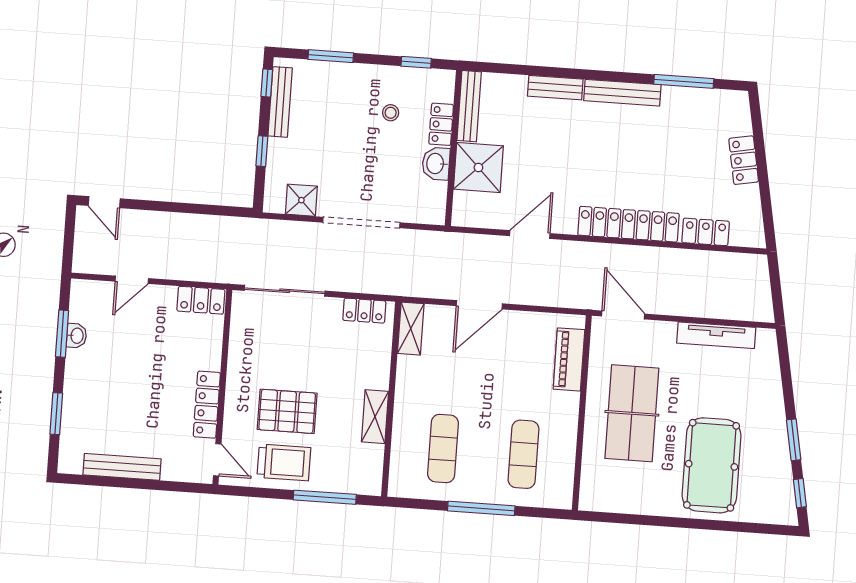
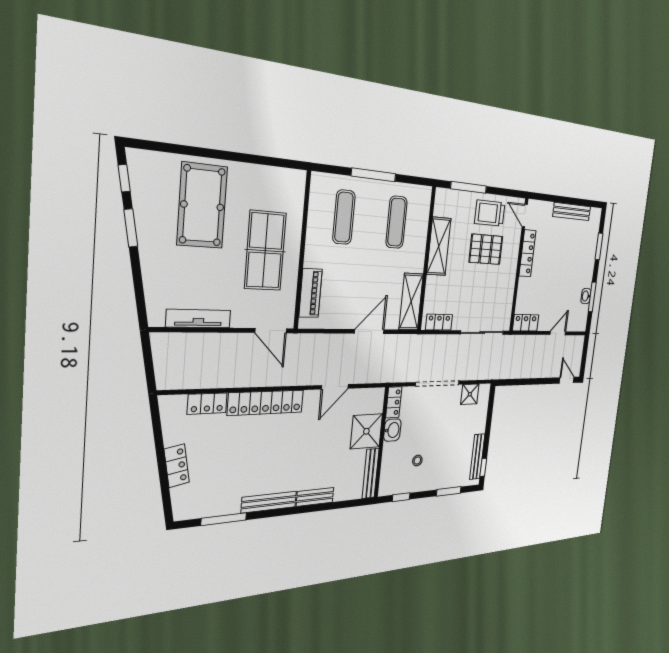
locker: (441, 124) -> (394, 402), moved
window: (262, 151) -> (488, 423), removed
shelving: (411, 329) -> (411, 302), width x1.50, depth x1.33
shelving: (375, 417) -> (439, 246), width x1.50, depth x1.33

